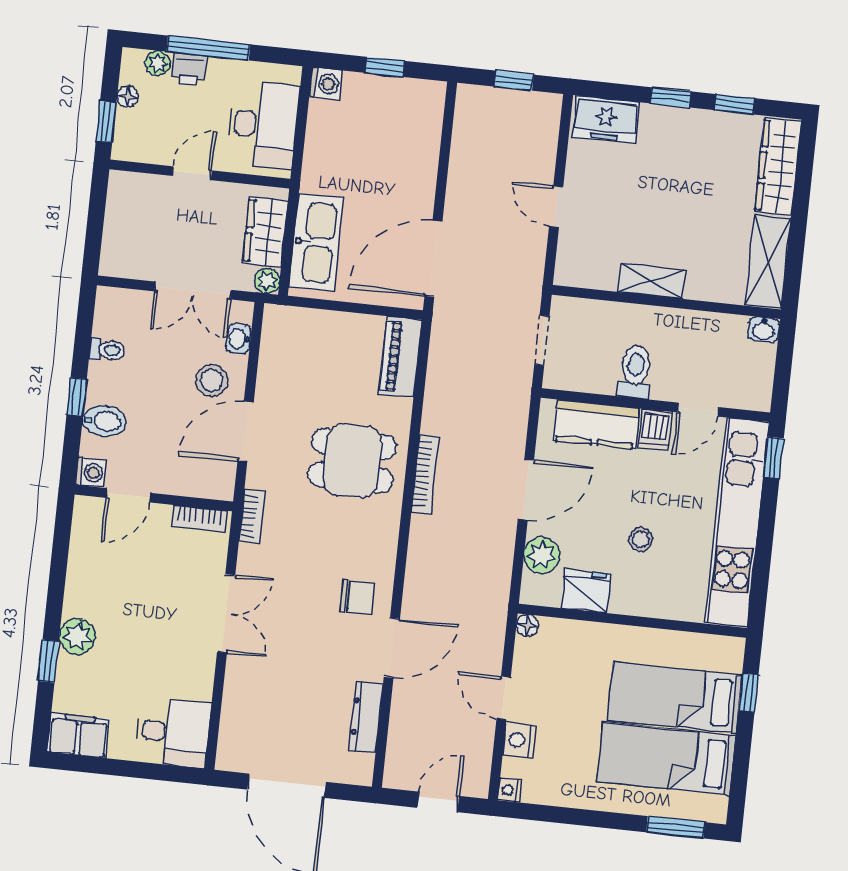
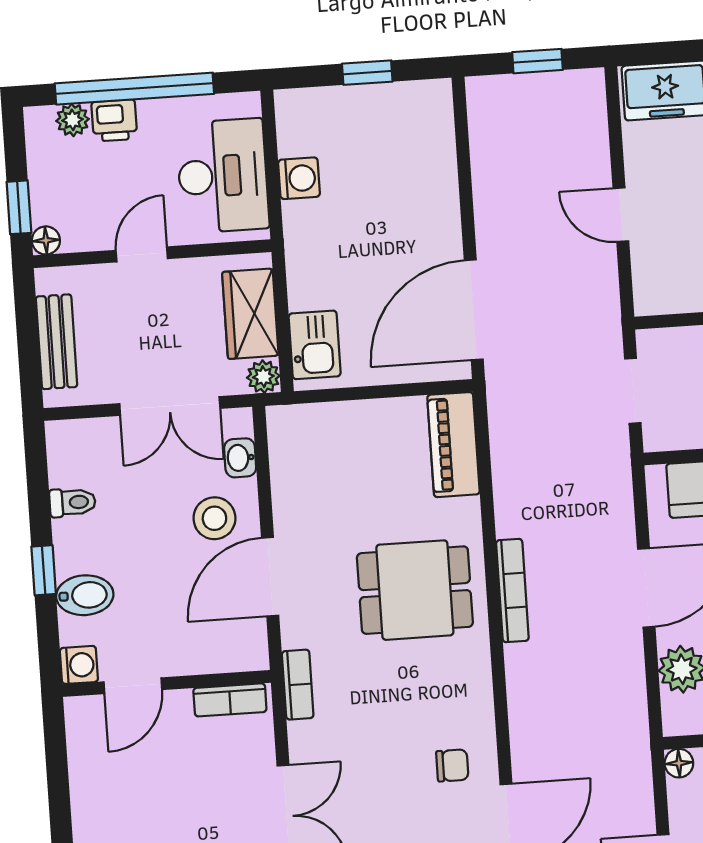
window: (208, 48) -> (134, 89), width x1.46
washing machine: (326, 84) -> (299, 178), moved
floor lamp: (128, 97) -> (46, 240), moved
bench: (117, 227) -> (57, 342), added
kitchen sink: (316, 242) -> (315, 345), width x0.53, depth x0.81
chair: (357, 597) -> (452, 765), width x0.73, depth x0.73

